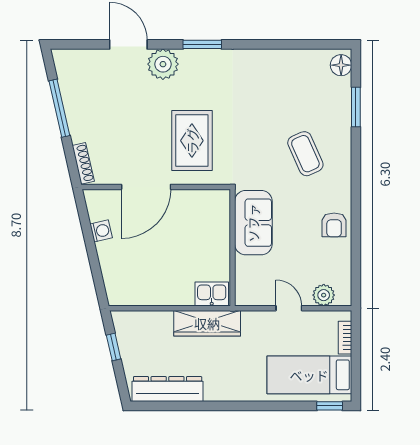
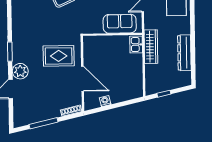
sofa: (253, 223) -> (120, 24), moved
dresser: (168, 389) -> (184, 53), moved

